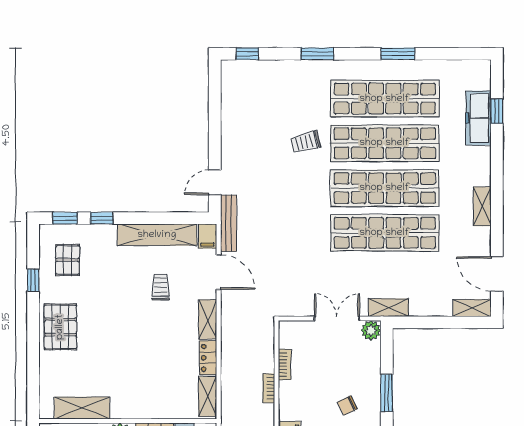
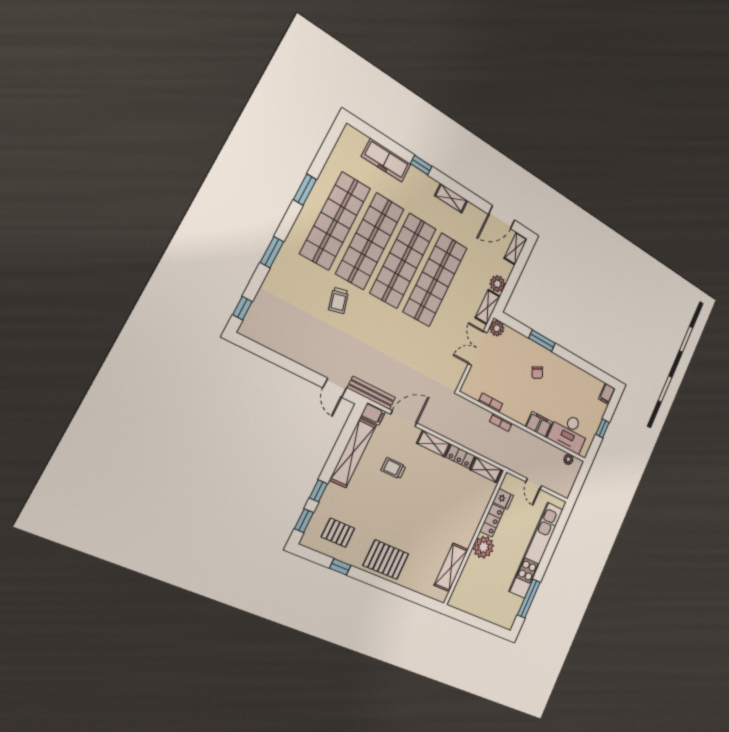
window: (497, 111) -> (421, 165), moved
plant: (421, 306) -> (497, 284), added

